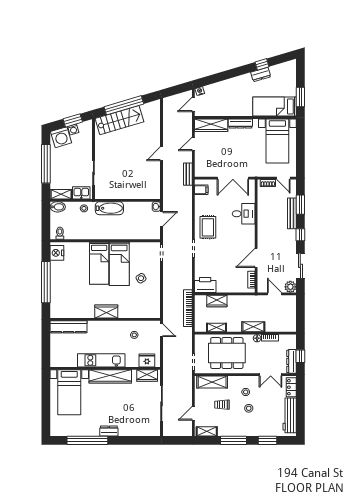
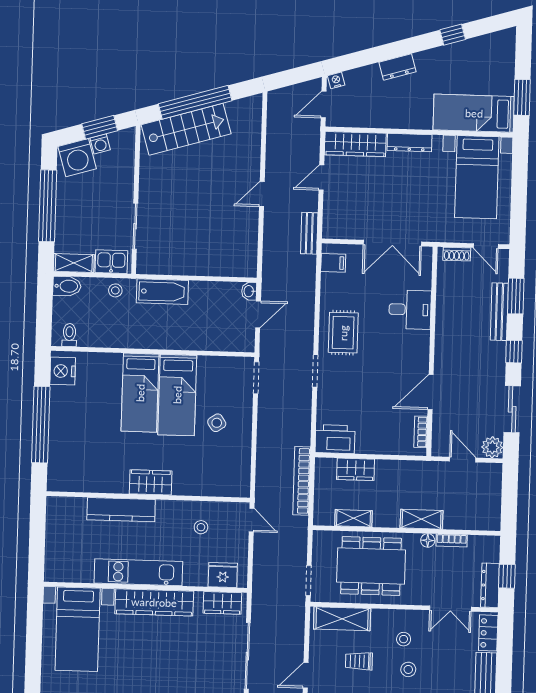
dresser: (261, 75) -> (397, 67), moved
kitchen counter: (69, 327) -> (121, 510), moved

